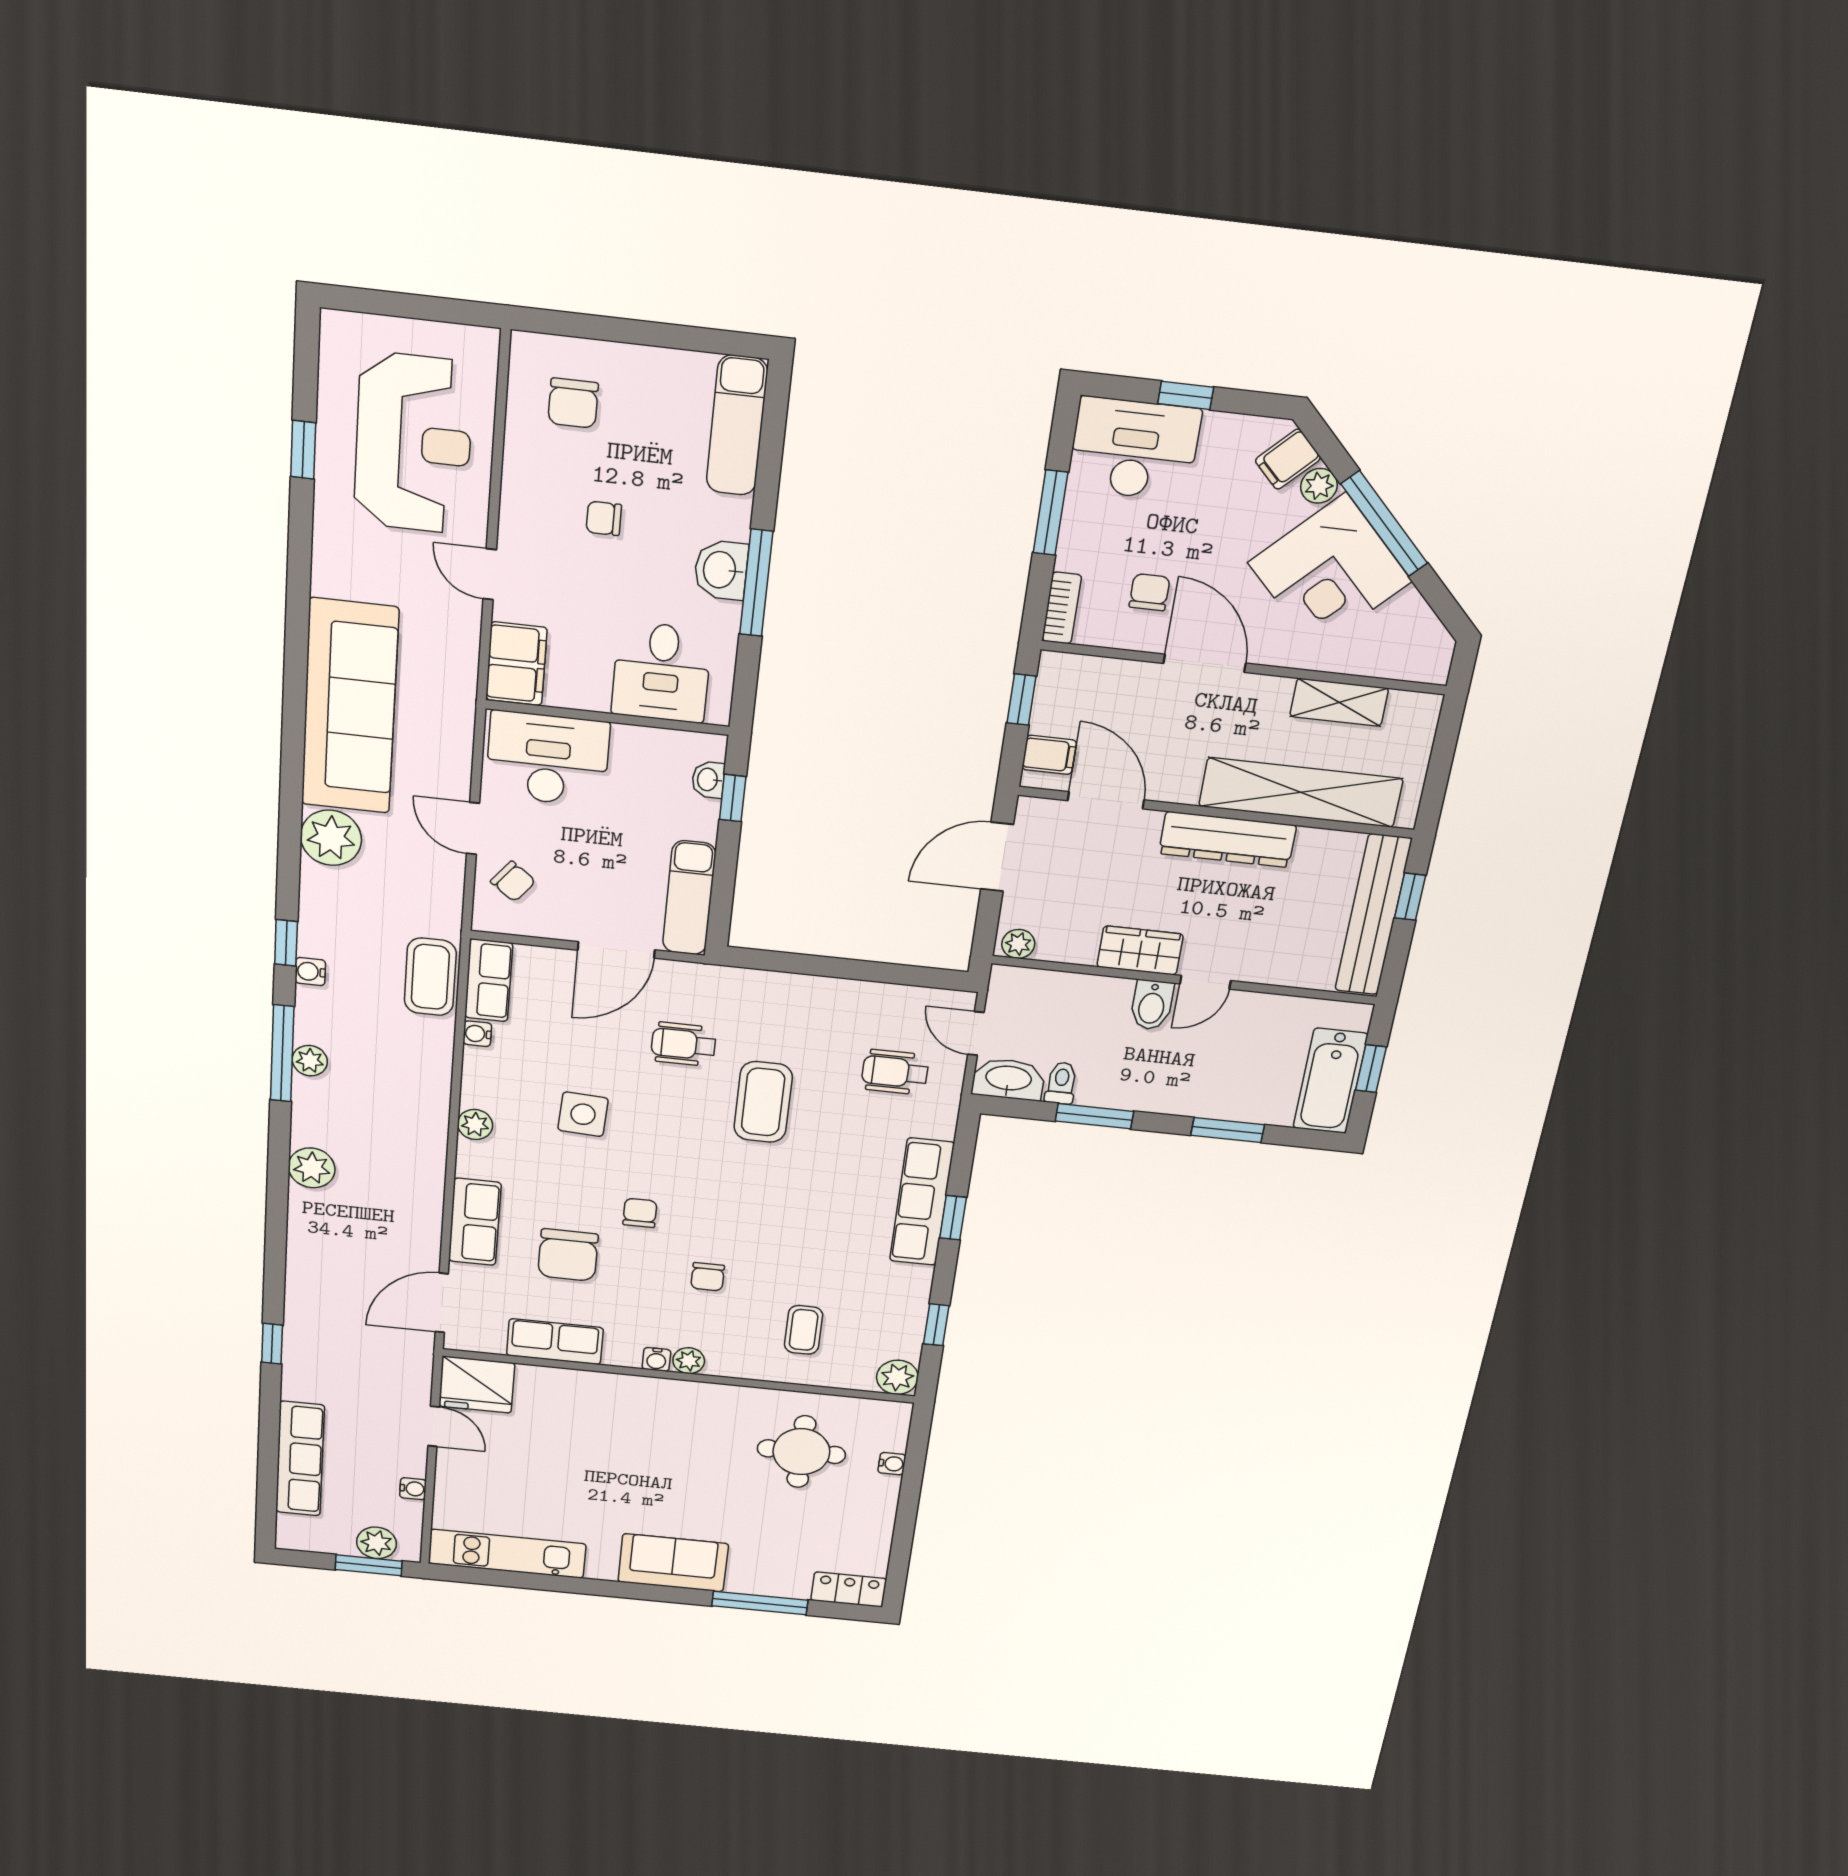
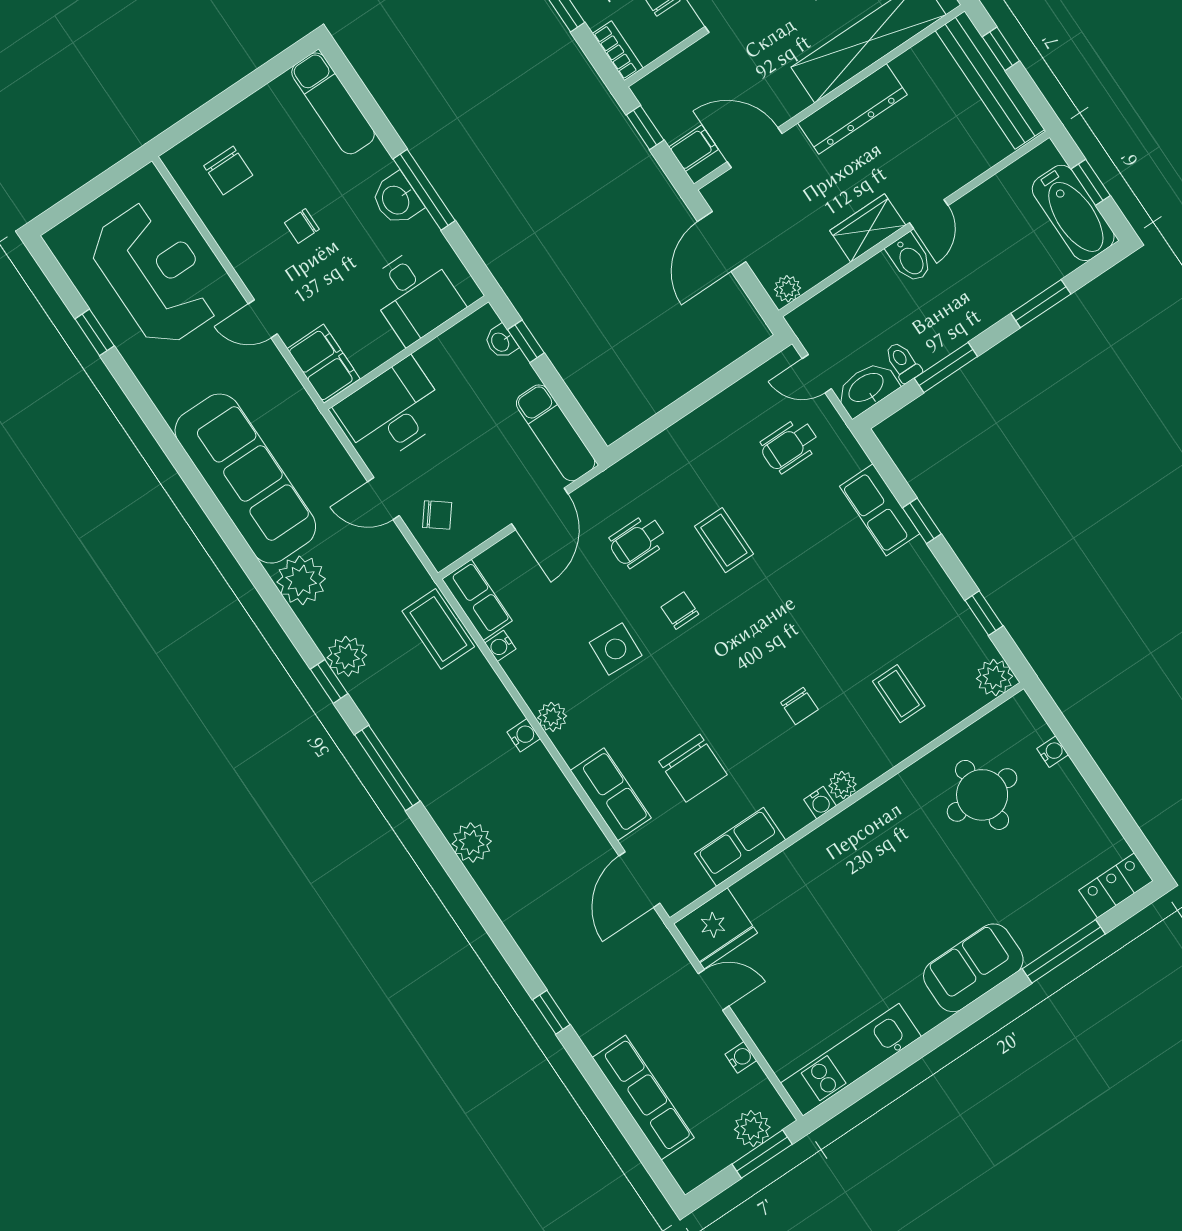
water cooler: (310, 972) -> (524, 735), moved, turned 180
plant: (310, 1061) -> (347, 656), moved, width x1.38, depth x1.38
coffee table: (763, 1102) -> (724, 540), width x0.73, depth x0.77
row of seats: (922, 1202) -> (880, 510), width x0.68
chair: (640, 1213) -> (680, 611), moved

